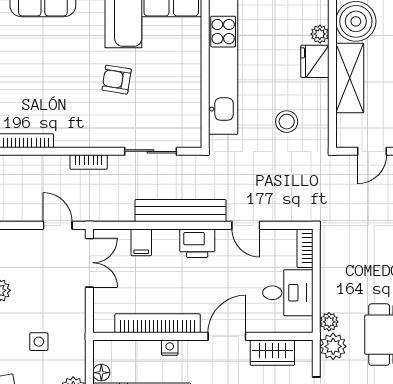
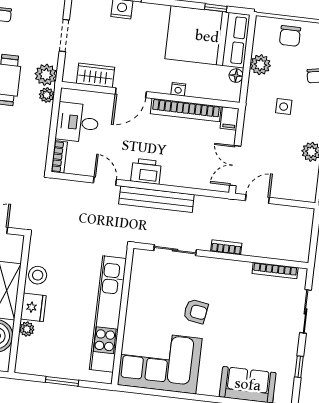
stool: (287, 122) -> (38, 275), moved
door: (58, 225) -> (257, 199), swing flipped
filing cabinet: (141, 242) -> (230, 118), moved, turned 180

